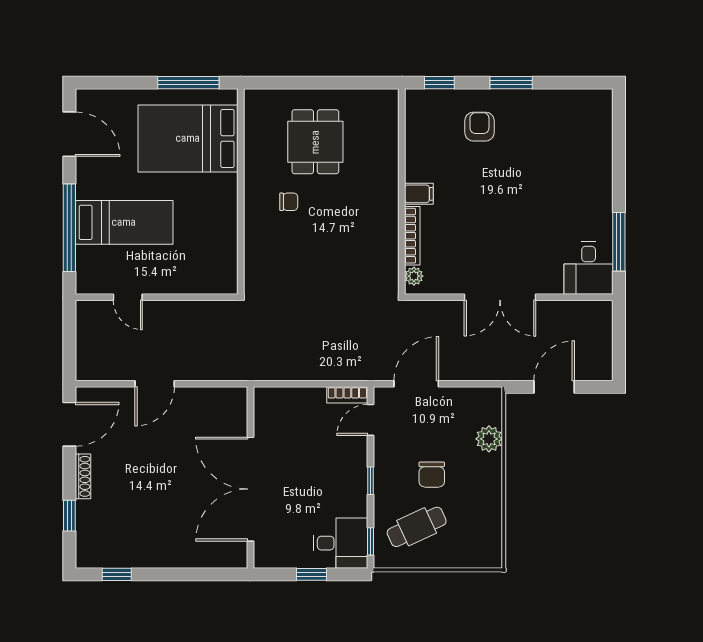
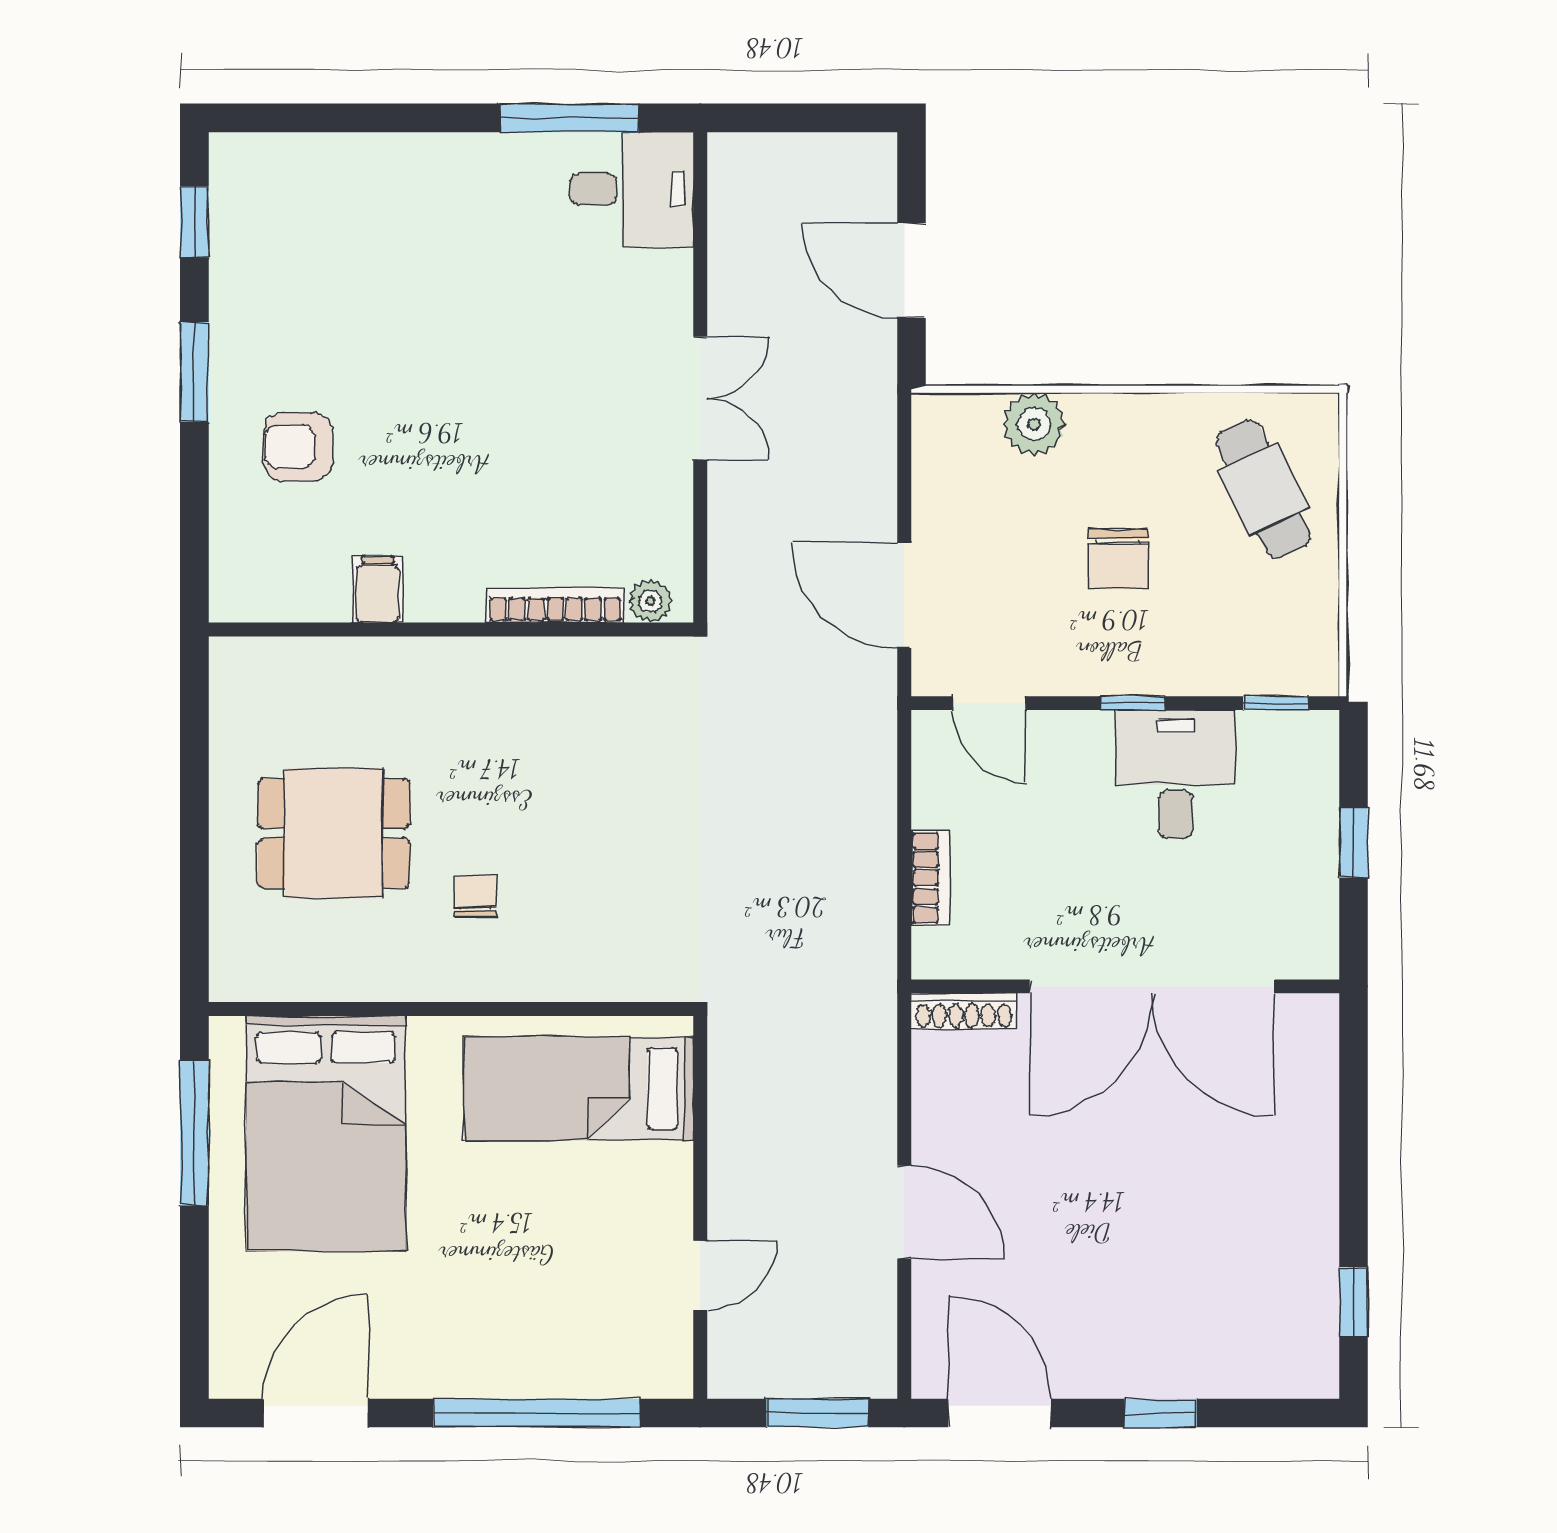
window: (439, 83) -> (194, 222), moved
filing cabinet: (419, 194) -> (378, 589), moved
bed: (124, 222) -> (579, 1089), moved, turned -90
double door: (500, 297) -> (700, 398), width x0.73
window: (69, 347) -> (817, 1413), added
bookcase: (347, 395) -> (930, 878), moved
chair: (432, 475) -> (1118, 559), turned 90
shoe rack: (83, 476) -> (964, 1011), moved, turned 180
window: (69, 516) -> (1161, 1413), moved
cafe table: (417, 527) -> (1263, 489), moved
desk: (340, 543) -> (1176, 774), moved

